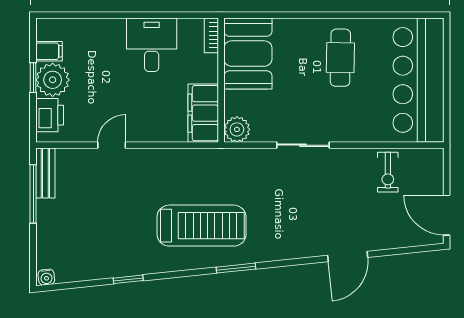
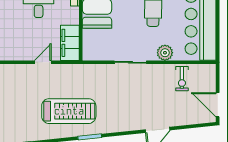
plant: (237, 129) -> (165, 53), moved
door: (112, 145) -> (43, 62), moved

